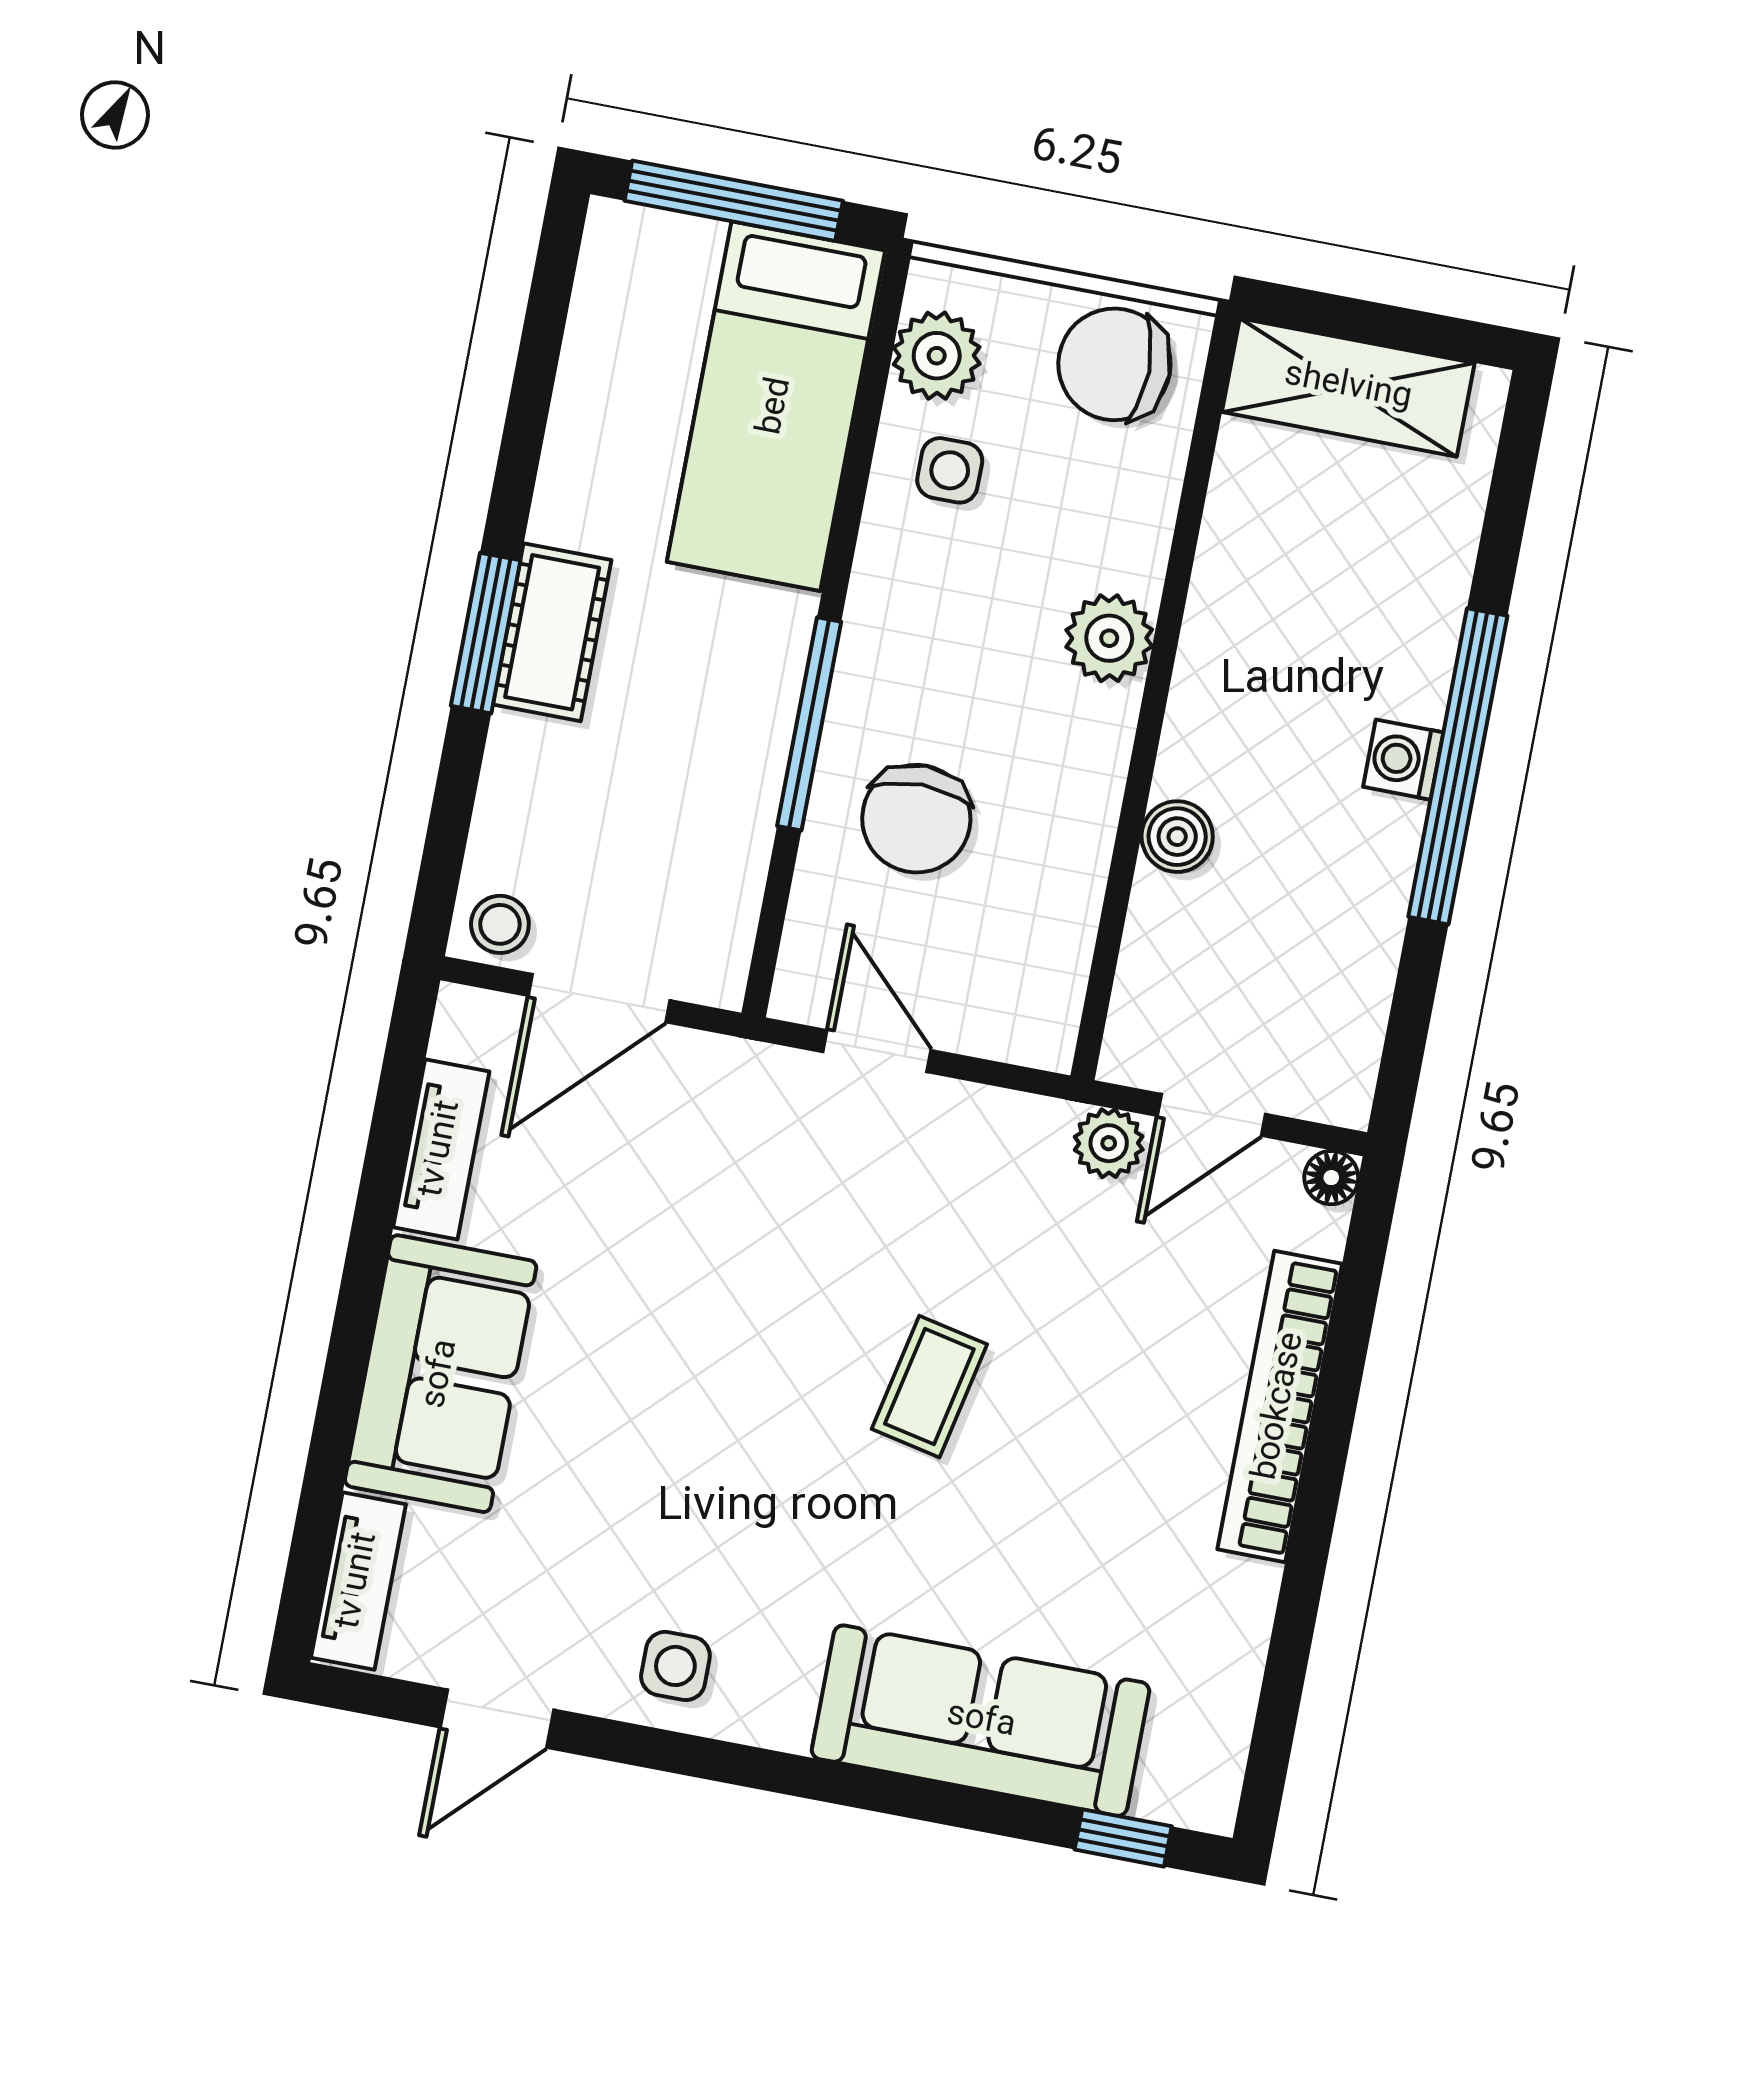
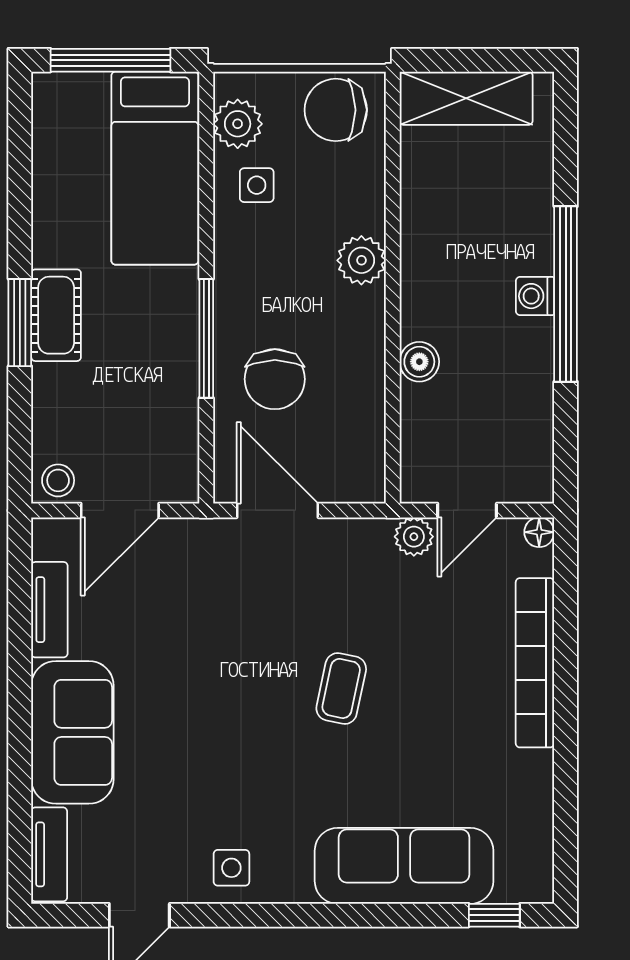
door: (877, 1051) -> (277, 510), width x1.38

